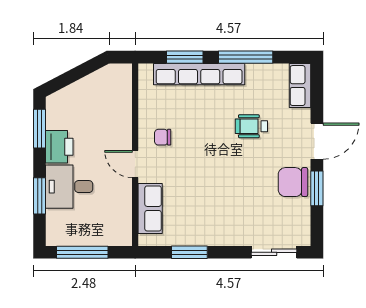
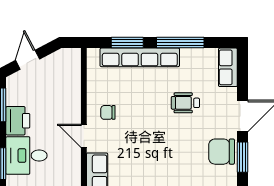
door: (71, 77) -> (28, 60), added

